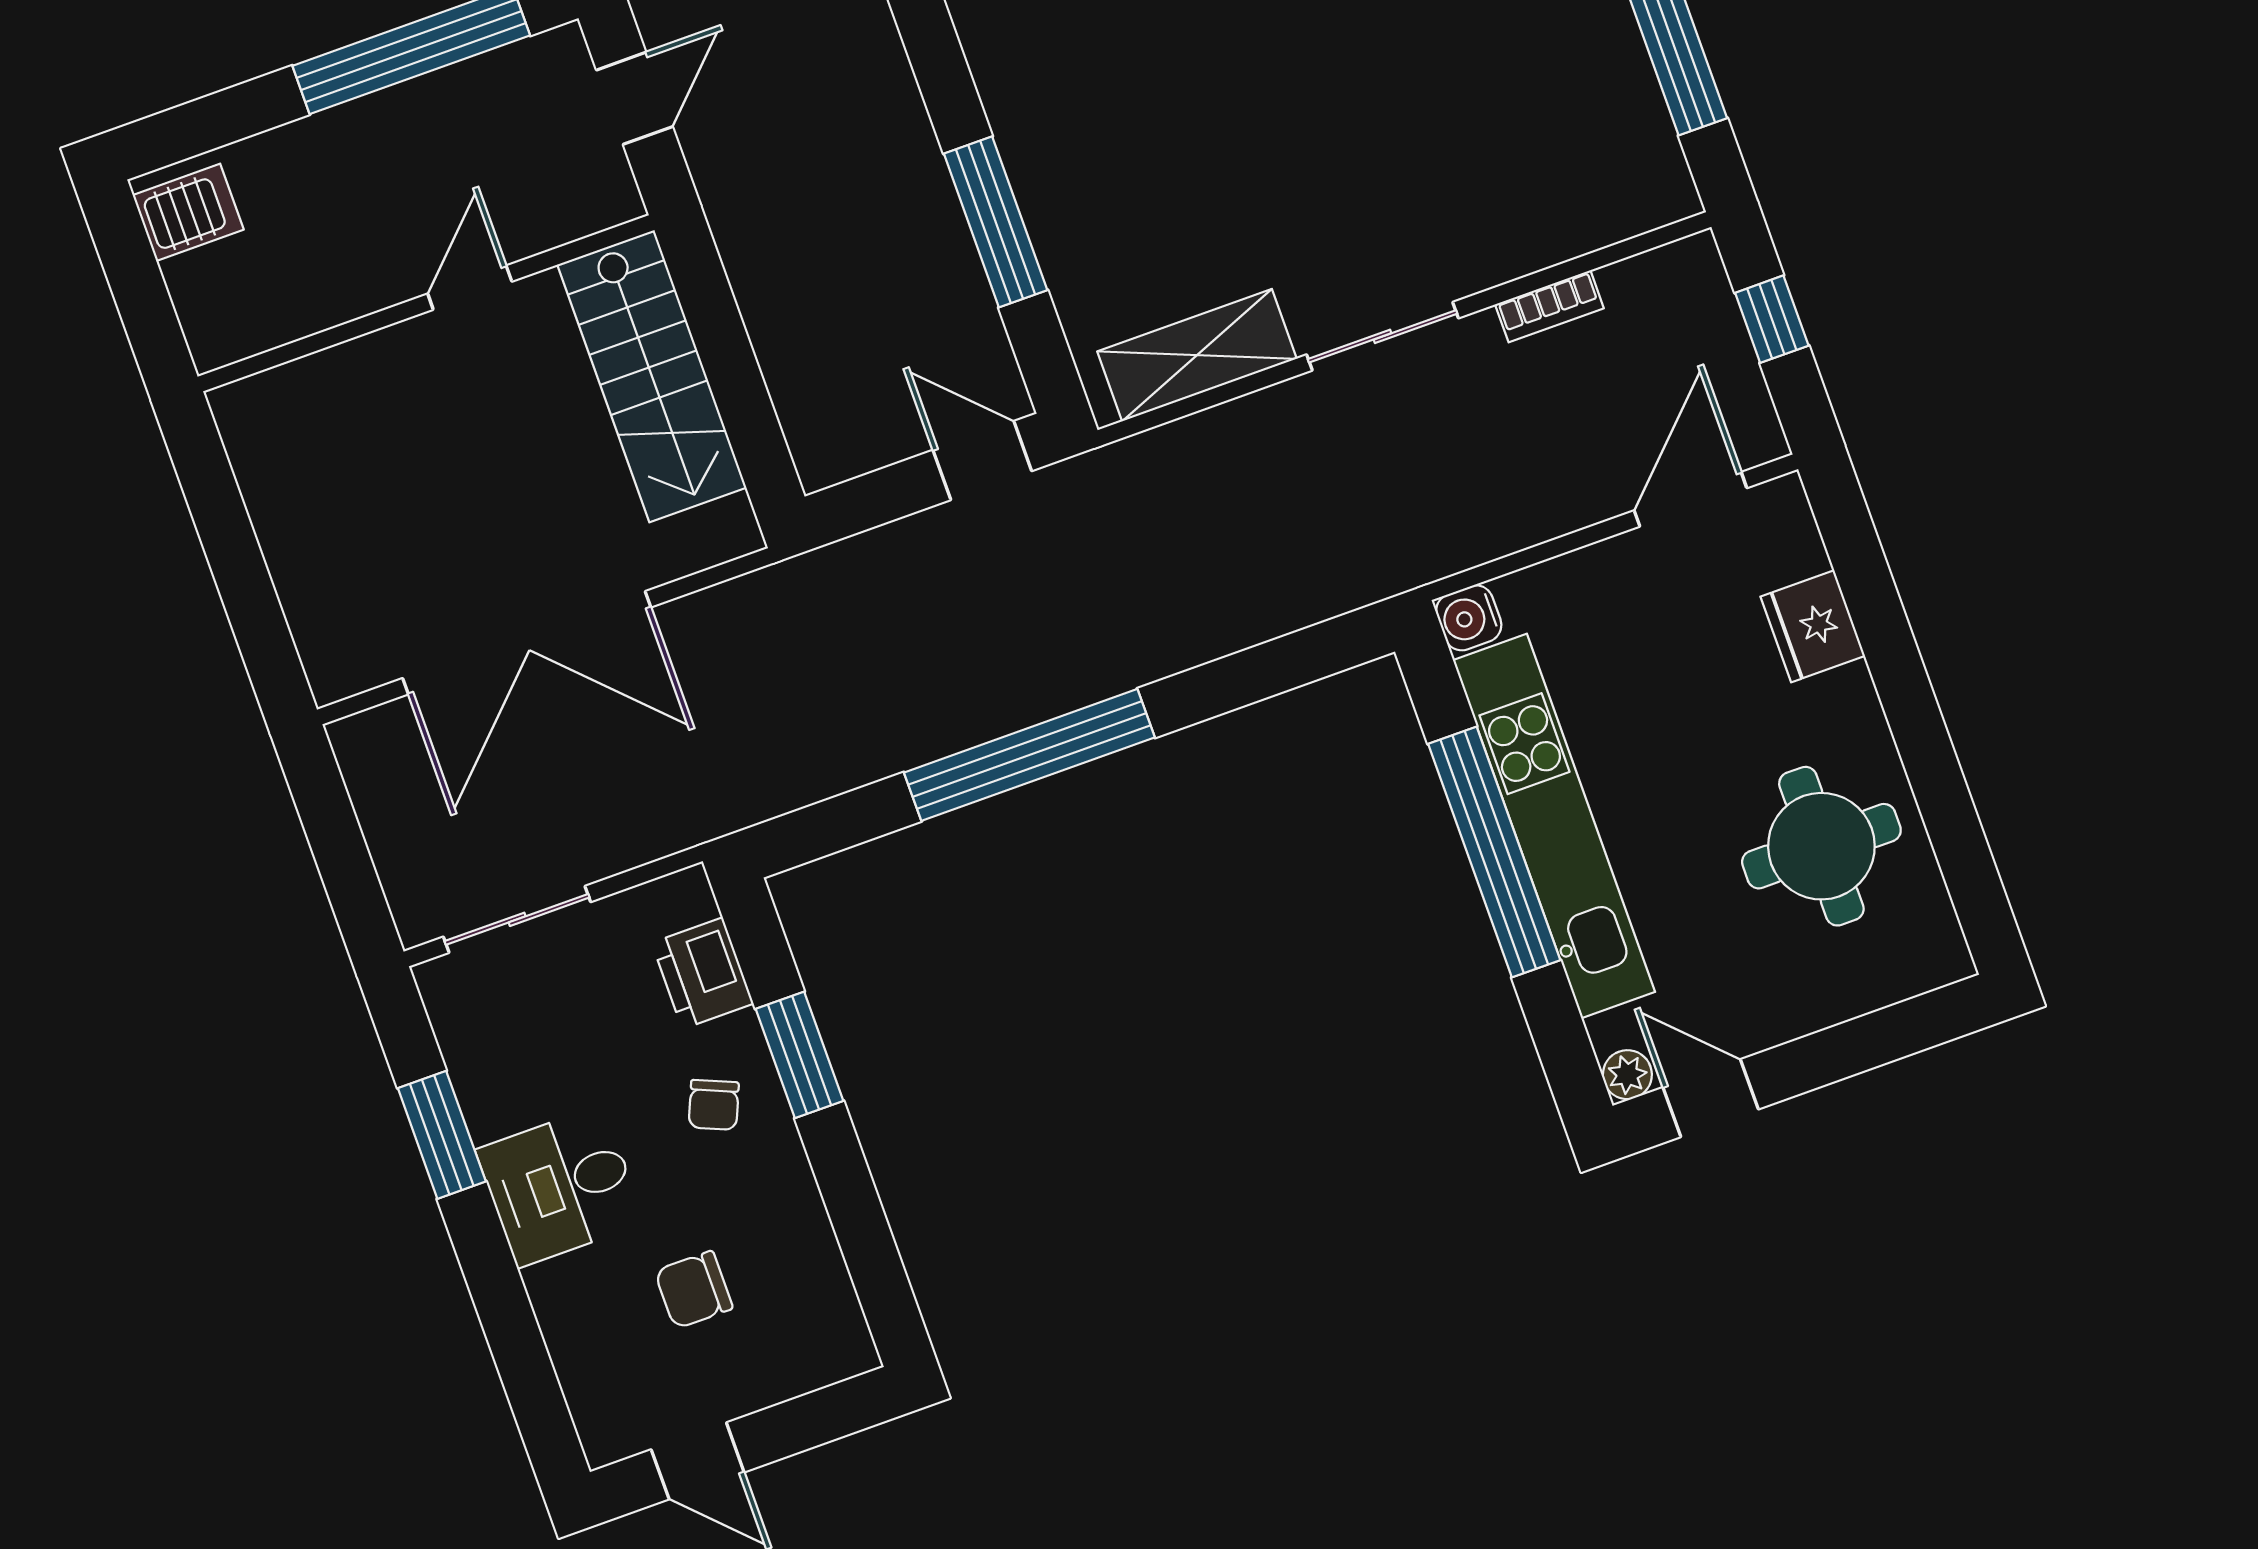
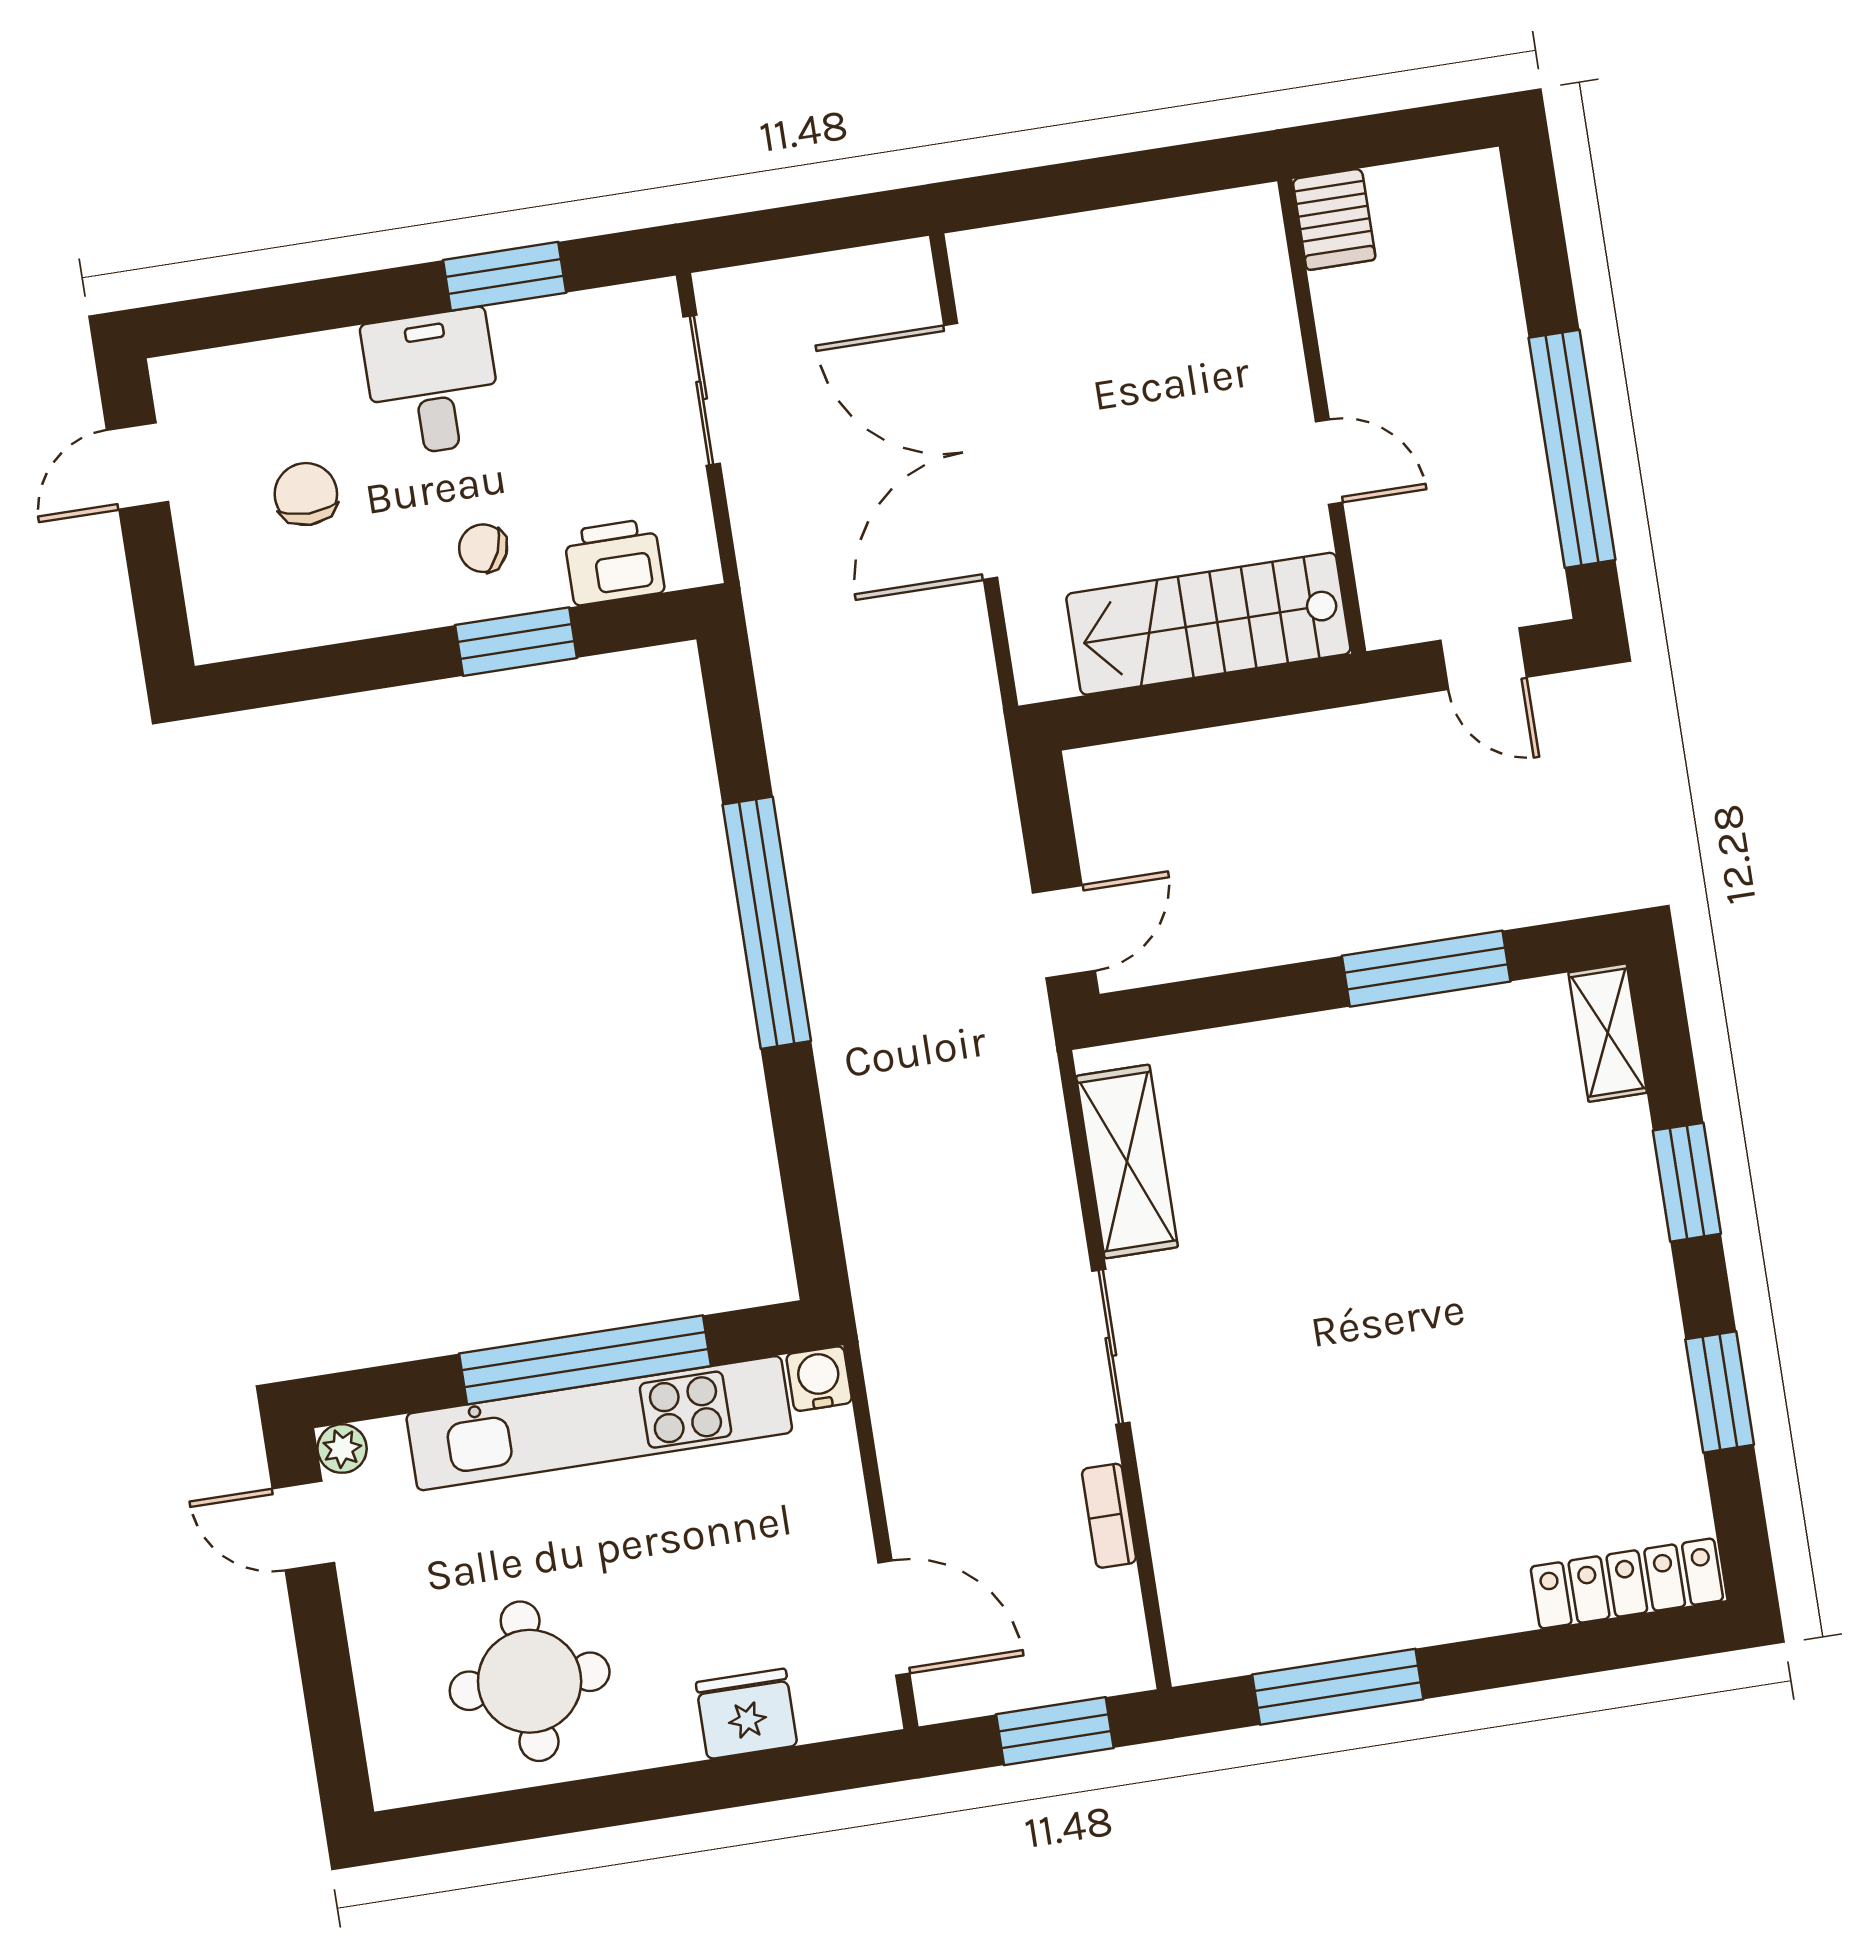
server rack: (188, 212) -> (1334, 219), moved
window: (996, 222) -> (1426, 969), moved
window: (1772, 319) -> (1055, 1731), width x1.50
door: (1711, 1098) -> (303, 1526), swing flipped

